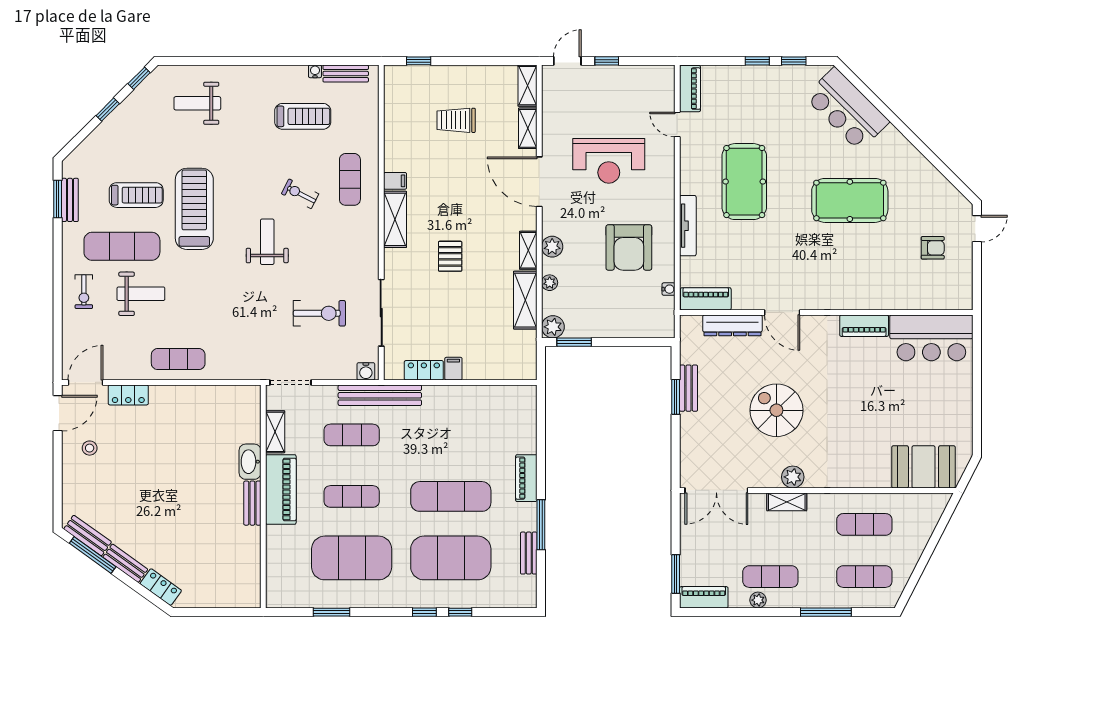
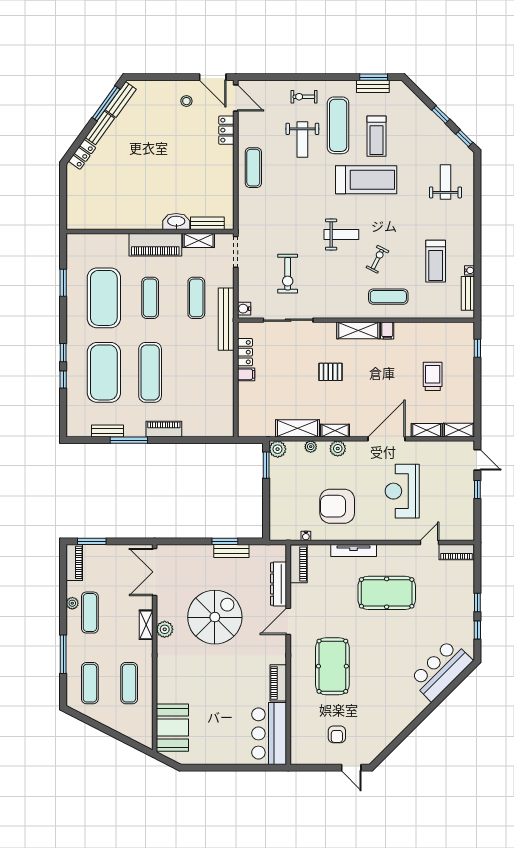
pool table: (850, 200) -> (332, 666), moved
spiral stairs: (776, 410) -> (215, 617), width x1.37, depth x1.37
bench: (252, 503) -> (207, 223), moved

